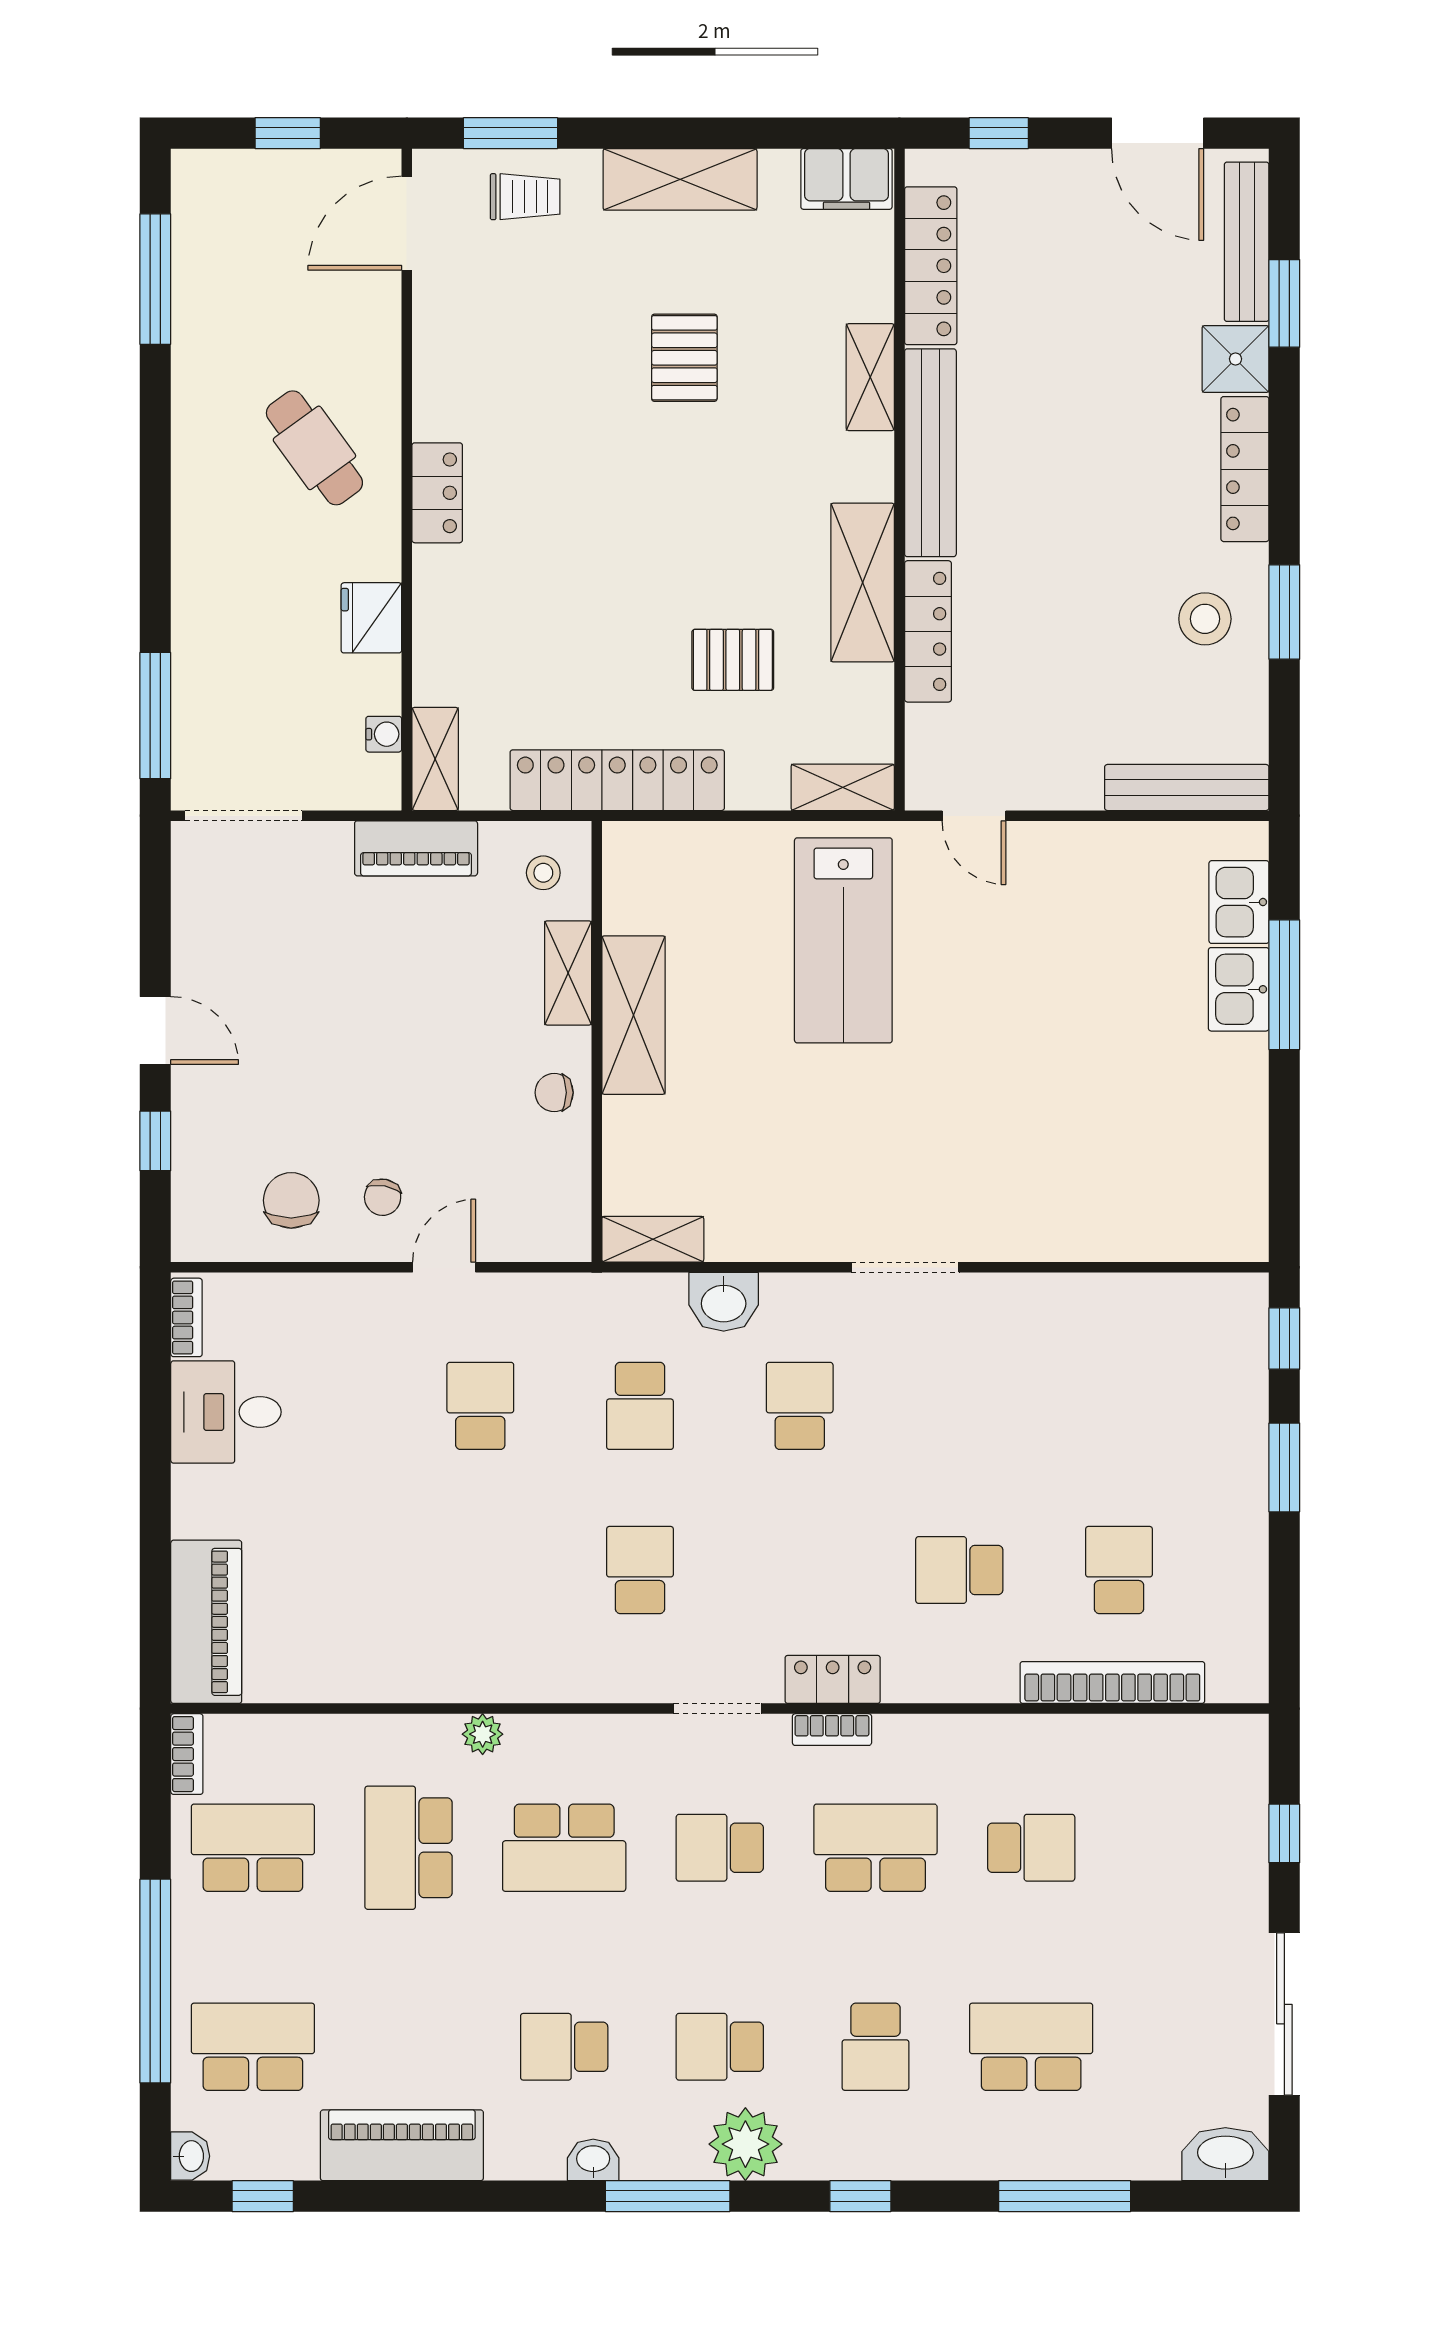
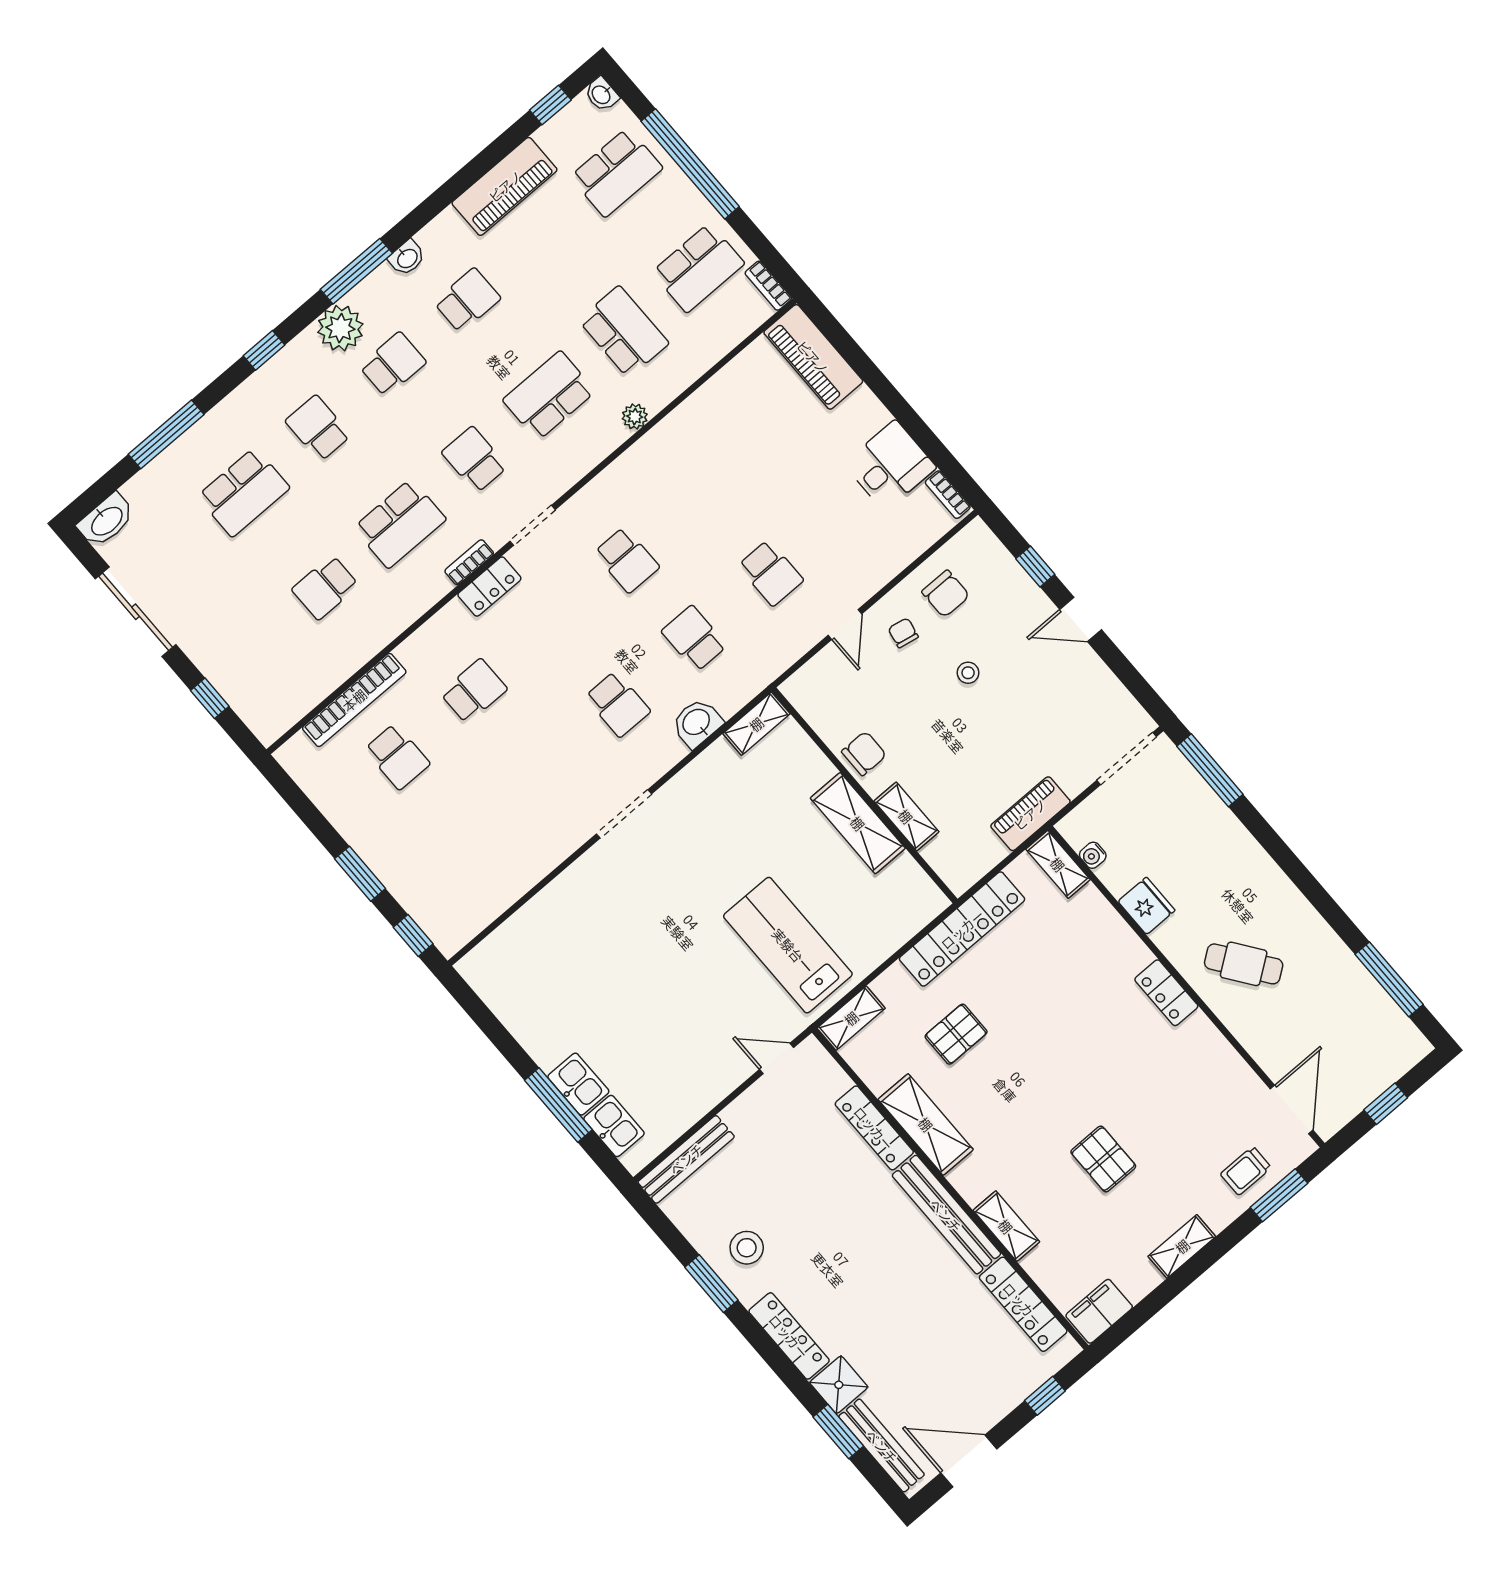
shelving: (680, 179) -> (1182, 1246), width x0.67, depth x0.75
stool: (543, 873) -> (968, 673), moved
chair: (554, 1093) -> (864, 753), width x1.37, depth x1.37
school desk: (720, 1848) -> (474, 460), turned -90

